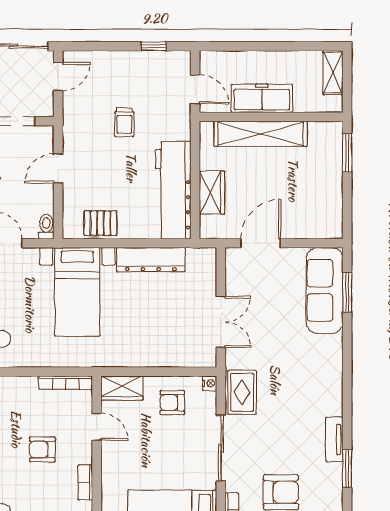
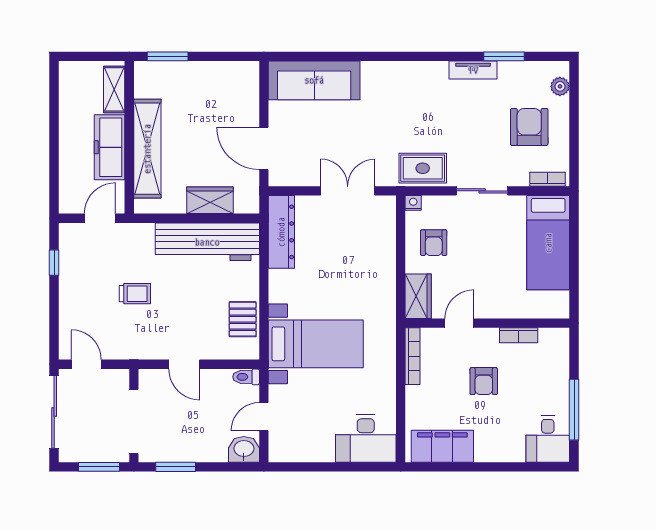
shelving: (333, 72) -> (114, 89), moved, turned 90
dresser: (151, 260) -> (281, 232), moved
window: (347, 292) -> (316, 56), removed
sliding door: (221, 448) -> (482, 191), width x0.73

